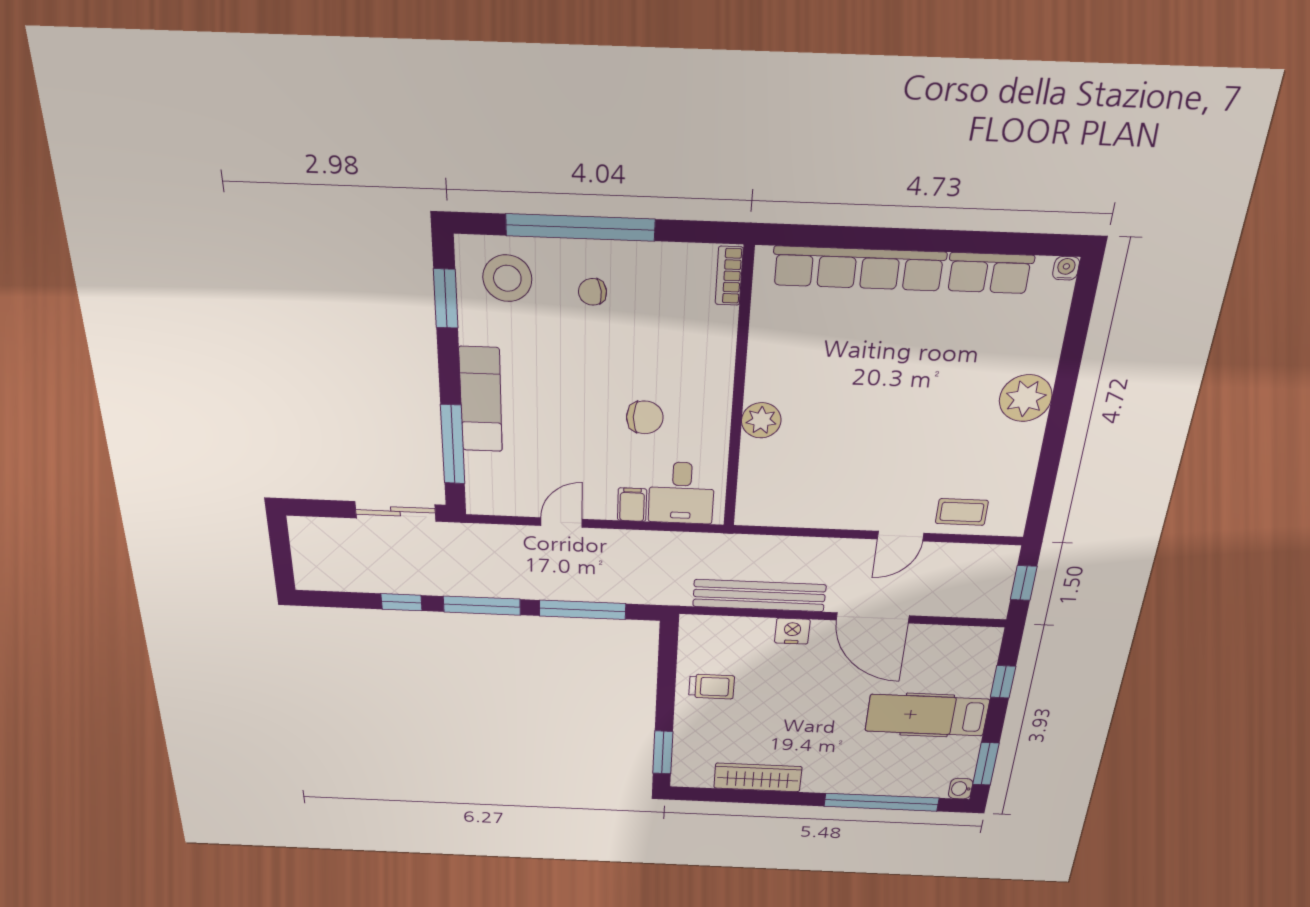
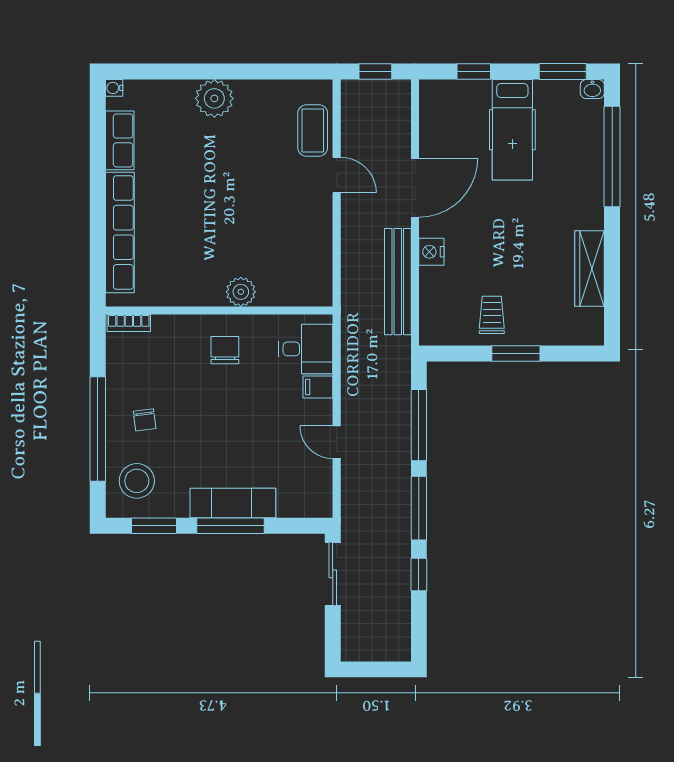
chair: (645, 417) -> (225, 350), moved
window: (453, 444) -> (231, 526), moved
coffee table: (962, 512) -> (313, 130), width x1.36, depth x1.30
window: (663, 752) -> (516, 354), moved

